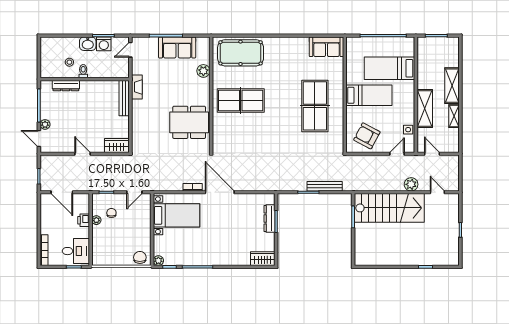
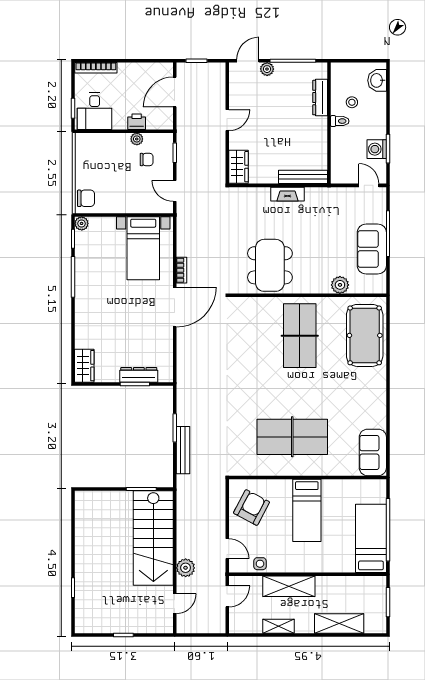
washbasin: (88, 44) -> (377, 80), moved
bed: (389, 68) -> (371, 538), moved
shelving: (452, 86) -> (339, 624), moved
fireplace: (137, 87) -> (287, 194), moved

